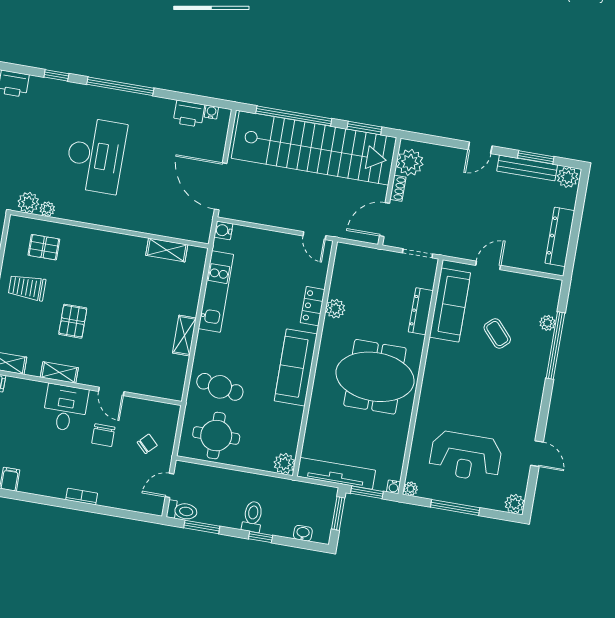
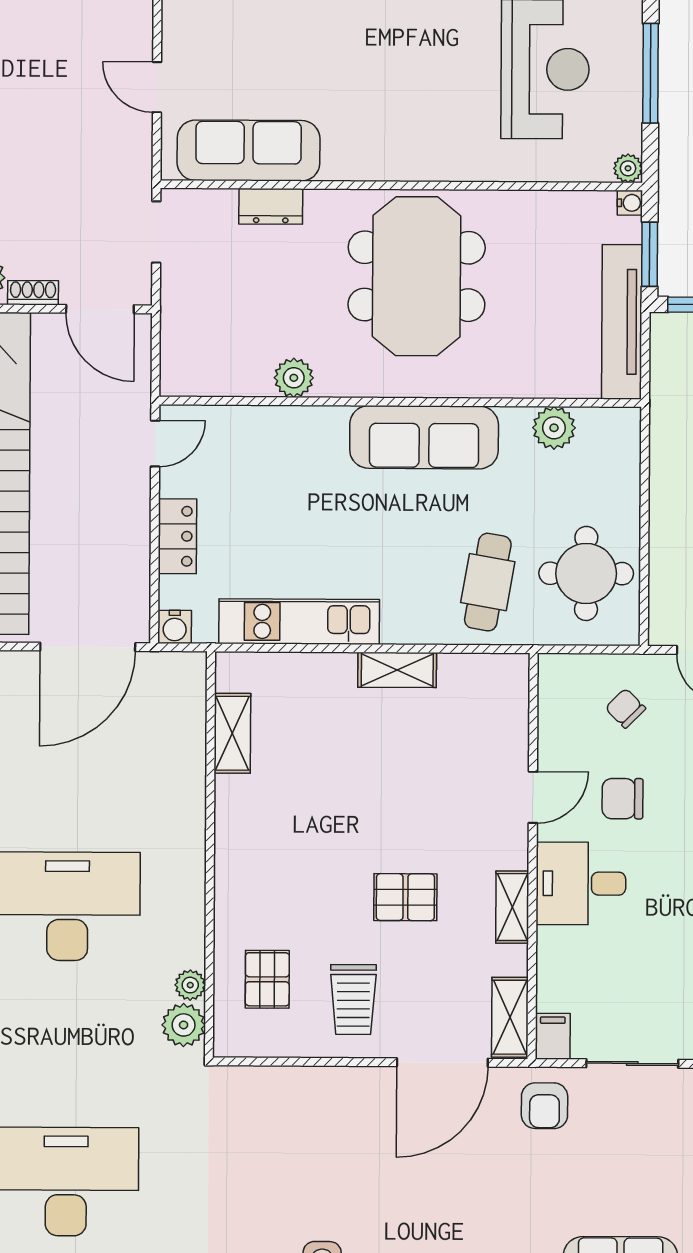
locker: (313, 306) -> (177, 536), moved, turned -90
dresser: (421, 311) -> (271, 206), width x0.70
coffee table: (497, 333) -> (290, 47), removed
chair: (103, 435) -> (623, 799), turned 180
plant: (284, 464) -> (554, 428), moved

